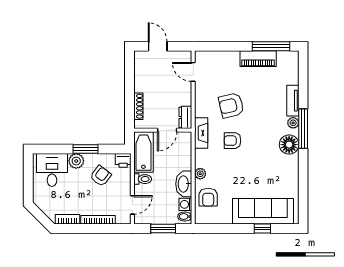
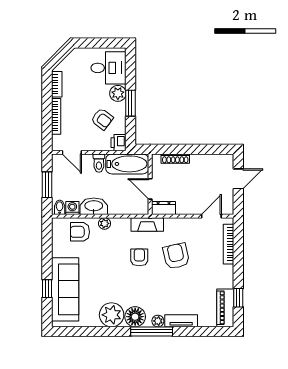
window: (271, 46) -> (238, 298), width x0.46
bookcase: (220, 55) -> (229, 244), added
piano: (258, 59) -> (225, 308), moved
plant: (287, 167) -> (112, 315), added

